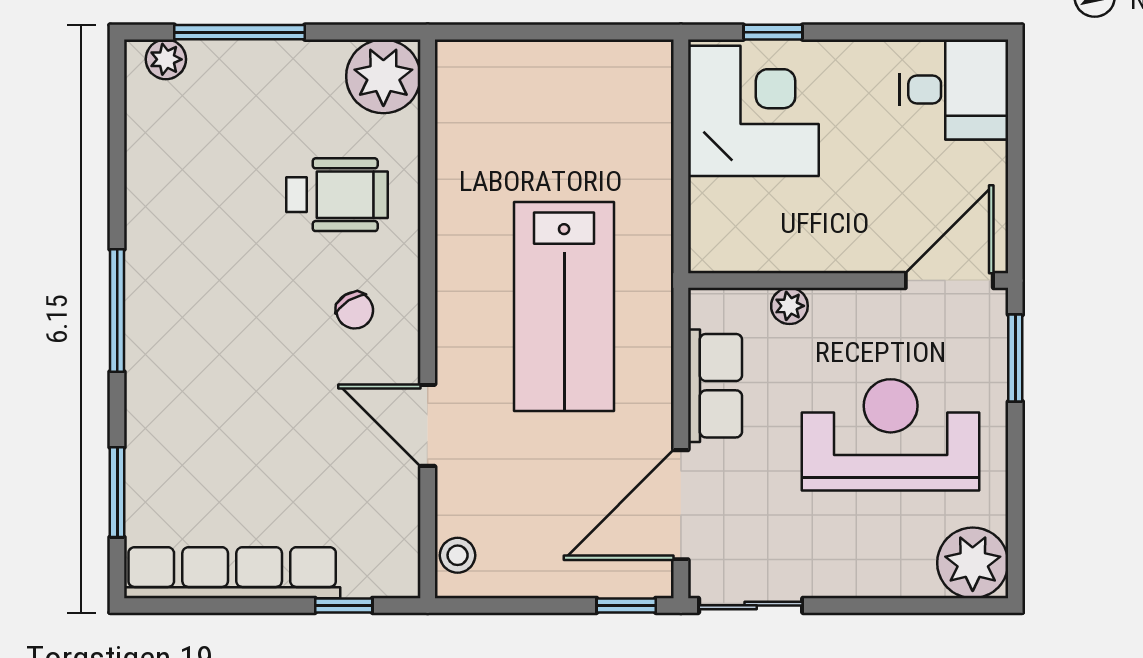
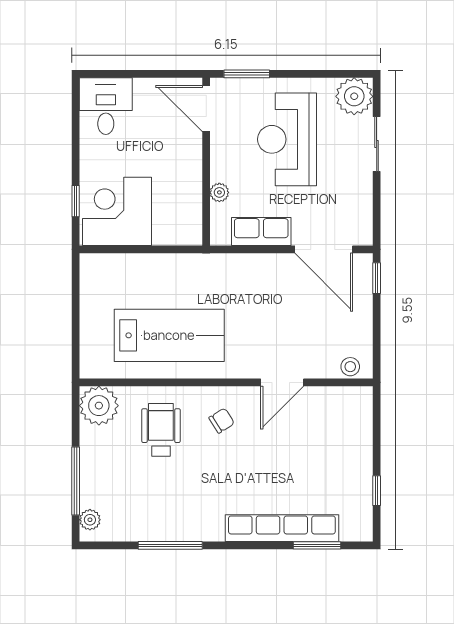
lab bench: (564, 307) -> (169, 335), moved
window: (117, 311) -> (170, 545), moved
row of seats: (232, 573) -> (282, 528), moved, turned 90
window: (344, 605) -> (377, 491), moved
sliding door: (751, 605) -> (377, 144), moved

